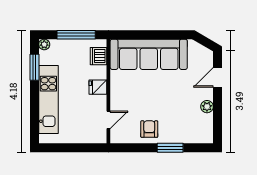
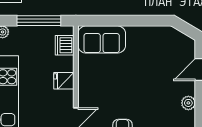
sofa: (149, 54) -> (102, 39), width x0.54, depth x0.79

